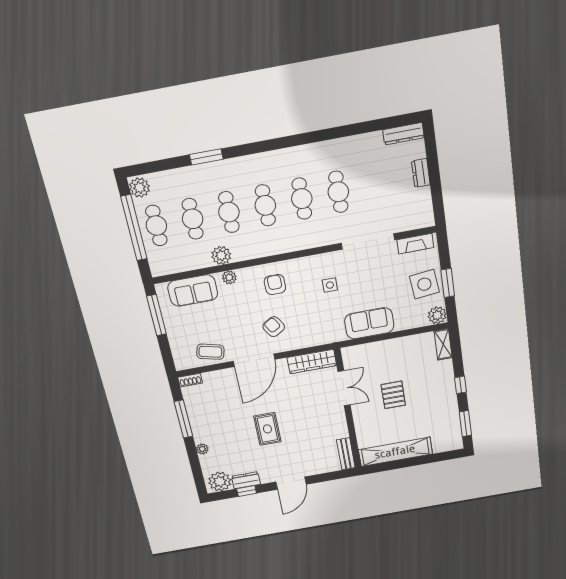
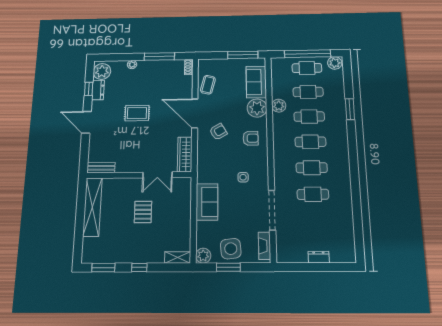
dresser: (403, 134) -> (350, 248), removed
plant: (229, 277) -> (257, 108), width x1.88, depth x1.88
pallet: (393, 395) -> (143, 212), turned 90

